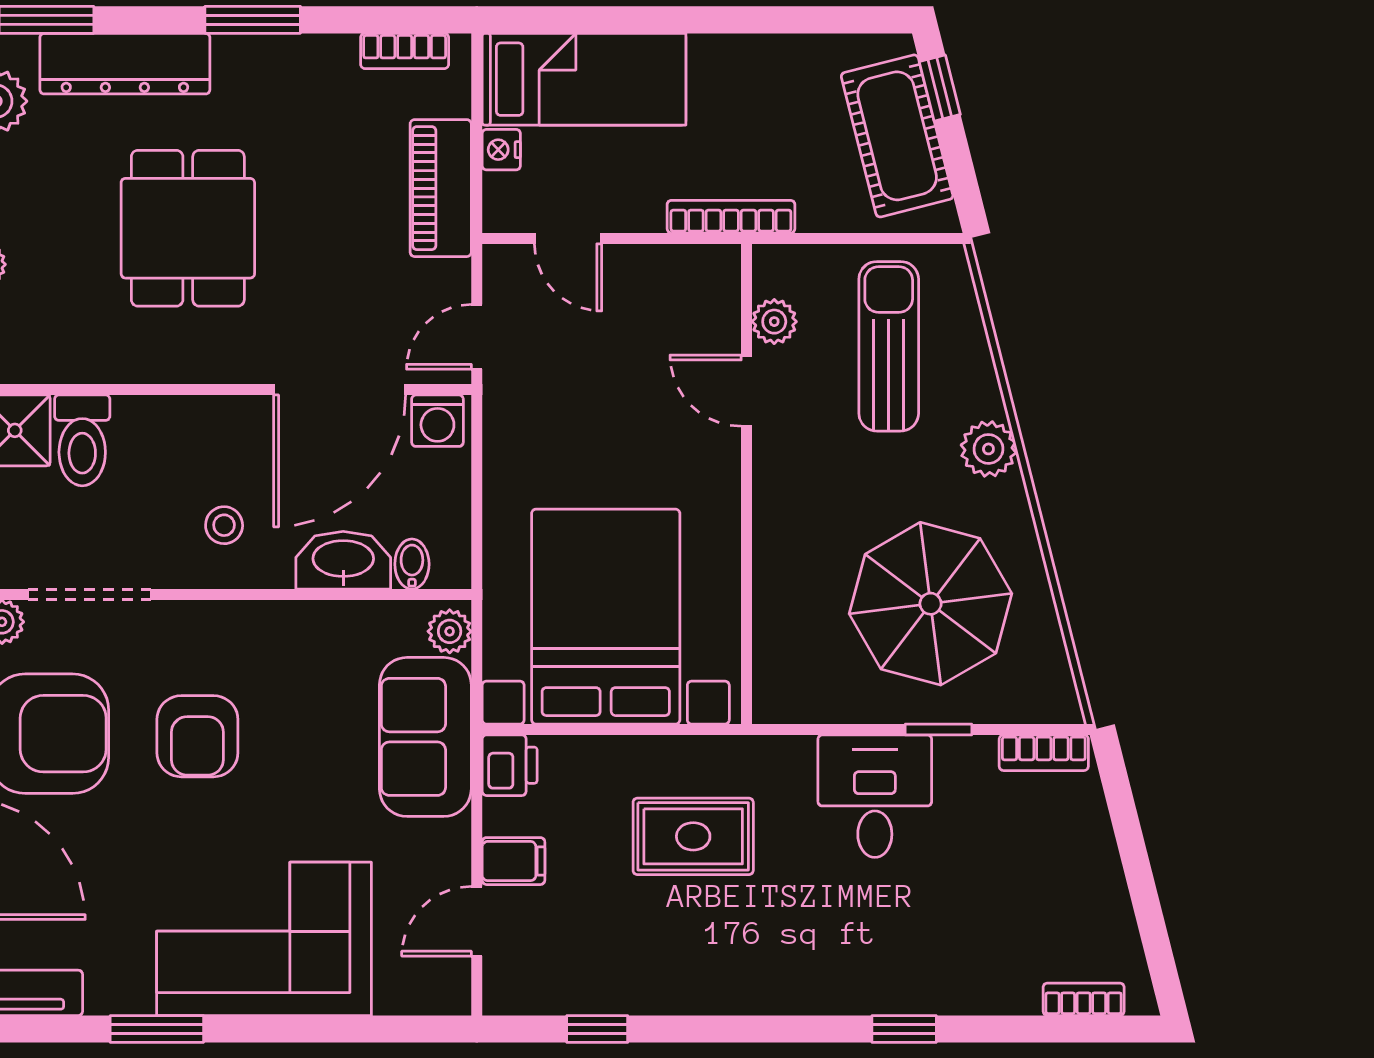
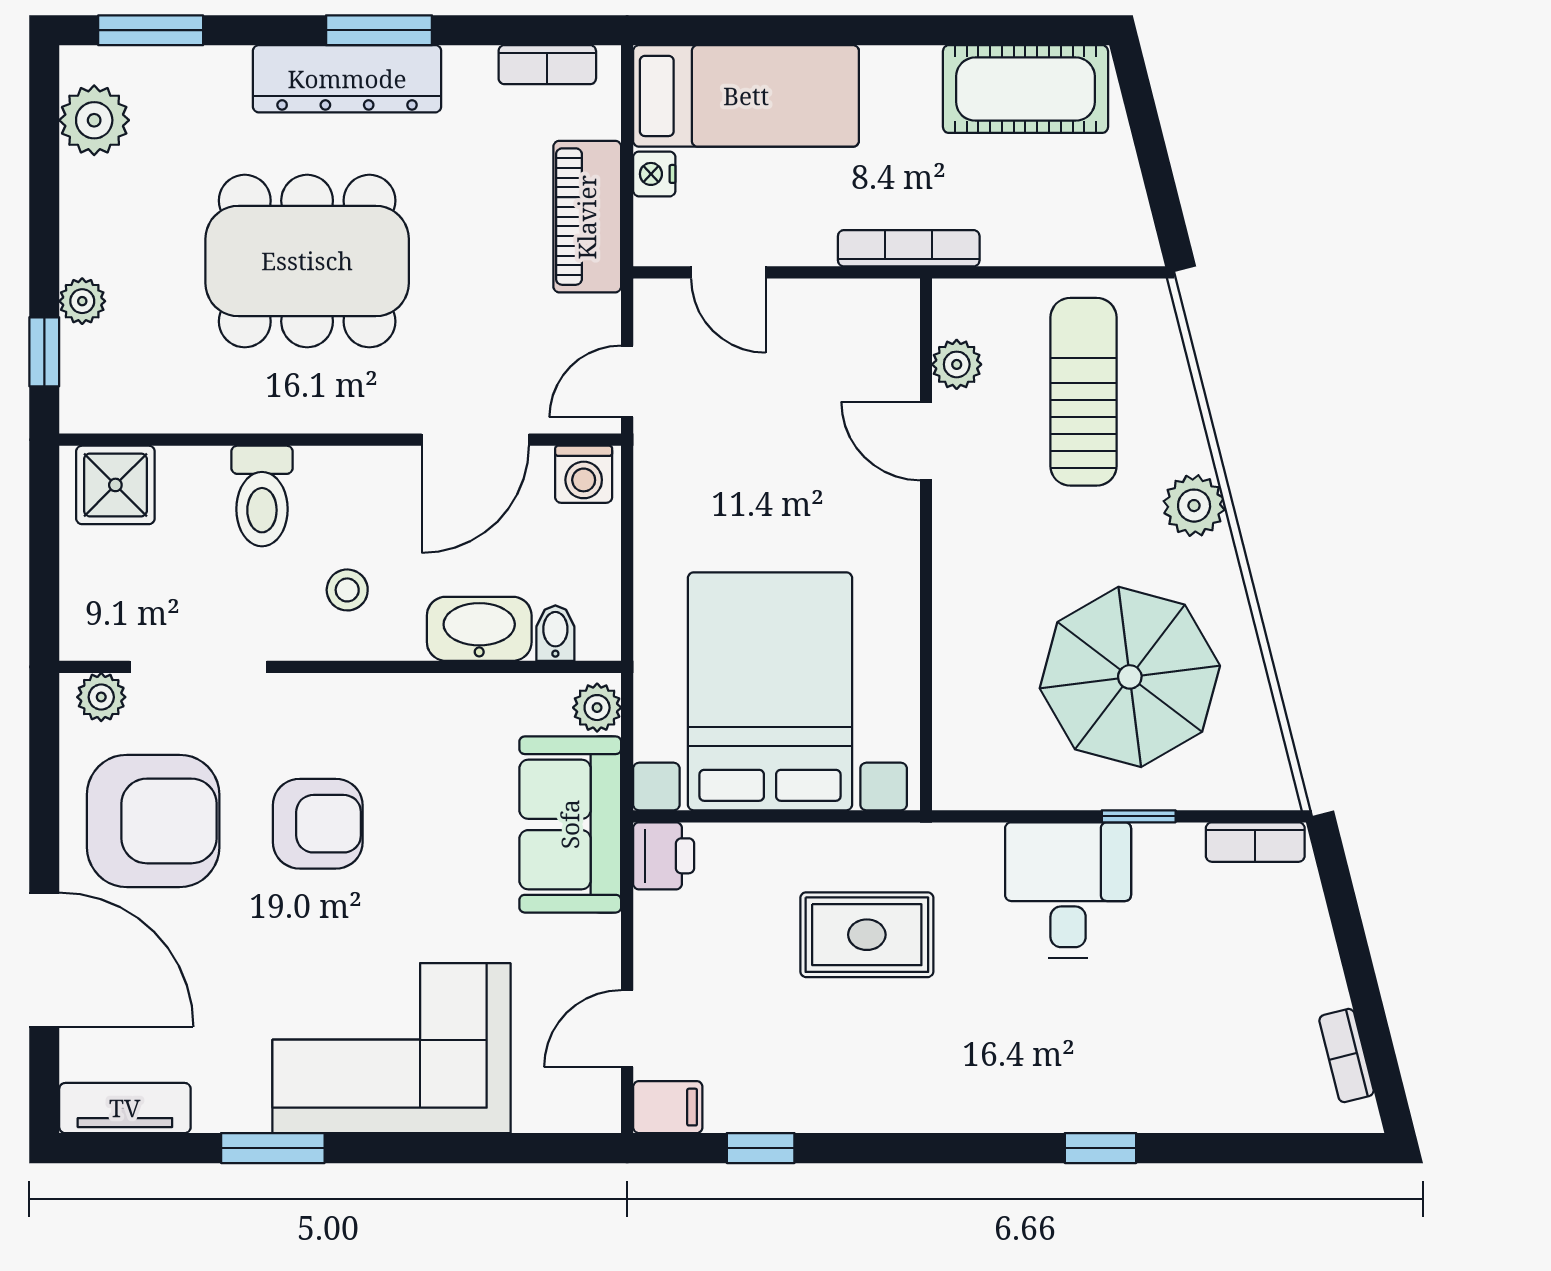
dresser: (125, 64) -> (347, 79), moved
window: (940, 88) -> (1140, 106), removed
cot: (897, 136) -> (1025, 89), moved, turned -76
dining table: (188, 228) -> (307, 261), width x1.38
door: (340, 390) -> (475, 440), width x0.73
toilet: (82, 440) -> (262, 496), moved
armchair: (197, 736) -> (318, 824), turned -90
filing cabinet: (513, 861) -> (668, 1107), moved
bookcase: (1084, 999) -> (1346, 1056), moved, turned -104

